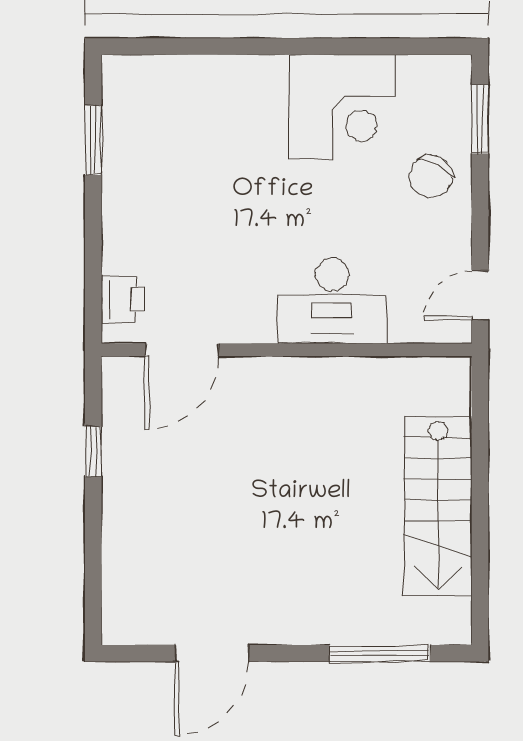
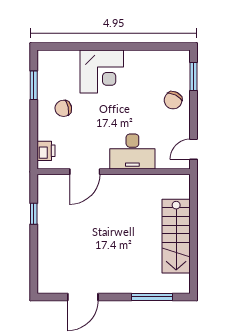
corner desk: (343, 107) -> (102, 72), moved
chair: (165, 196) -> (63, 108), added
door: (182, 350) -> (85, 172), moved

